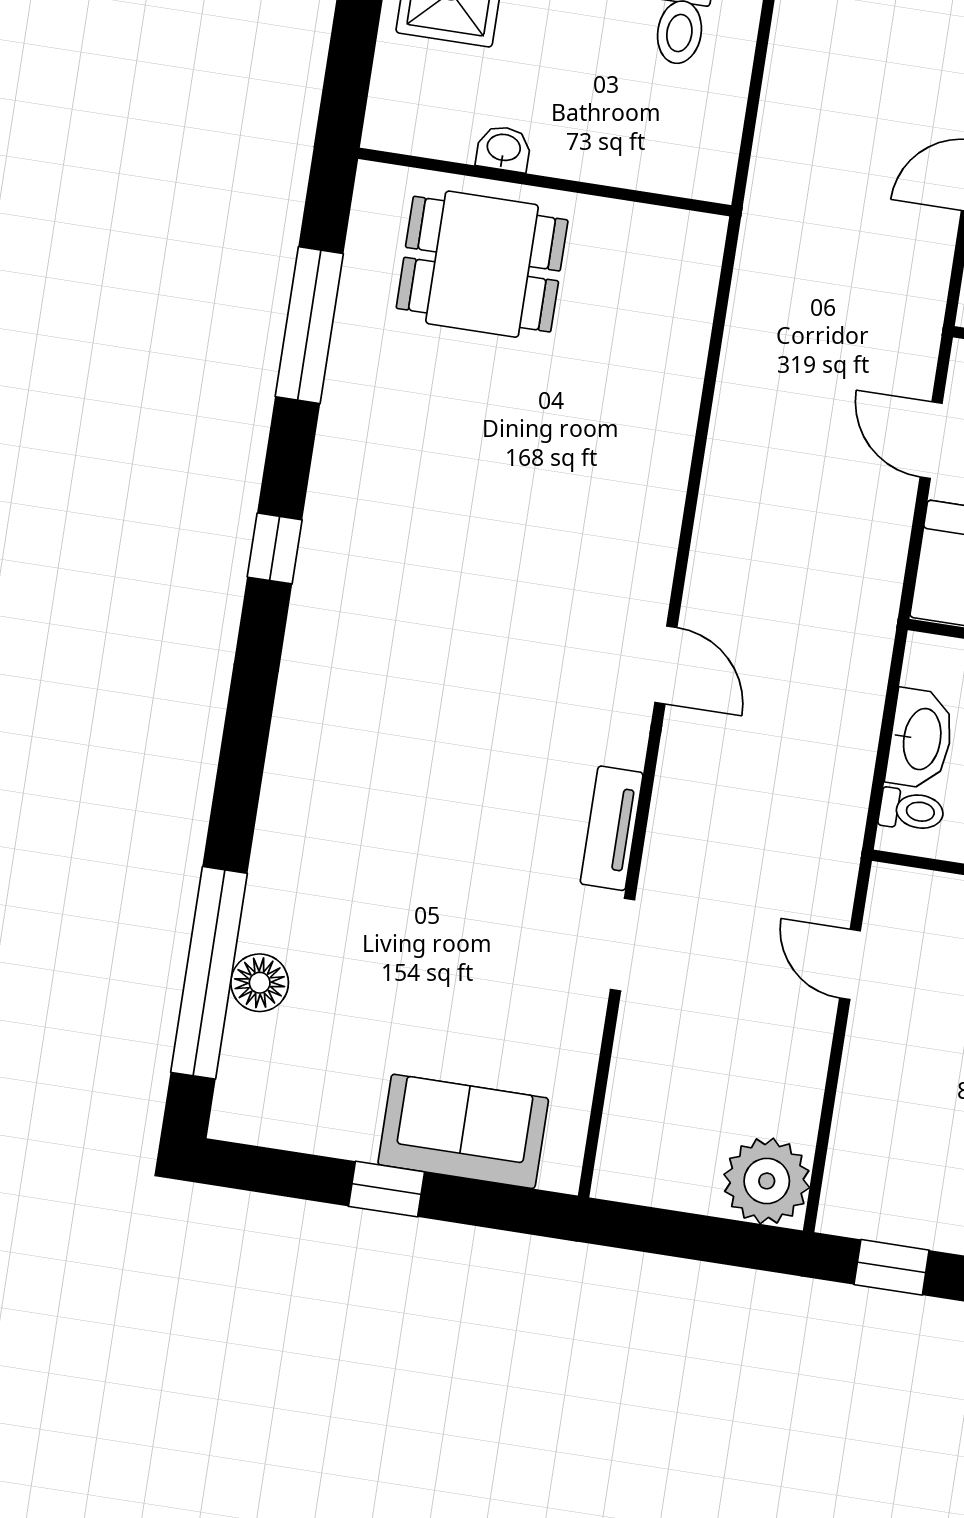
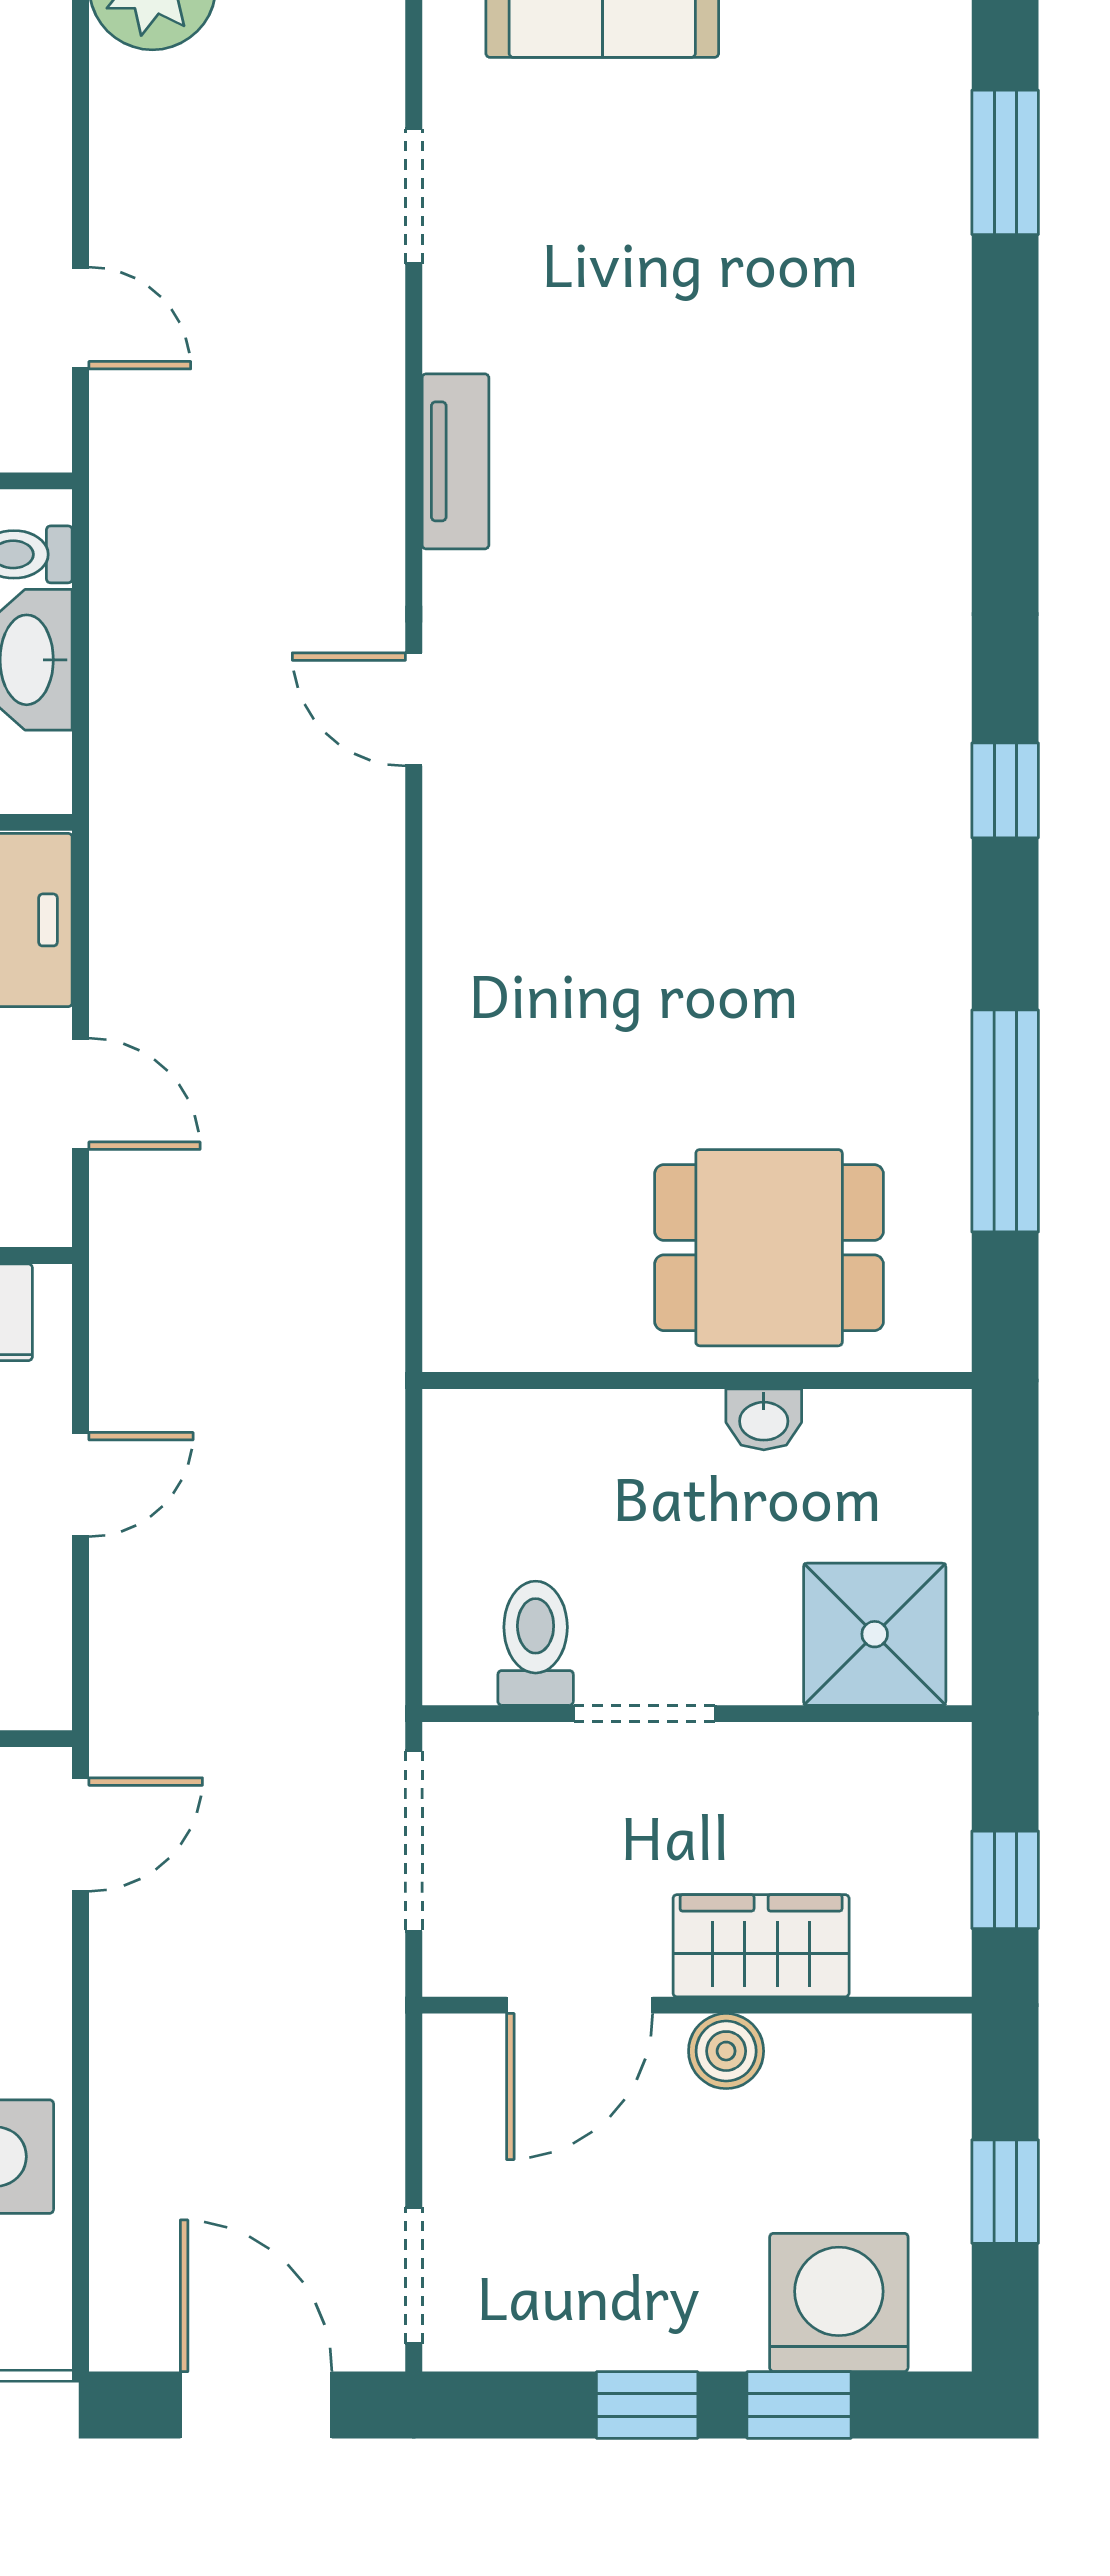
doorway: (623, 945) -> (414, 196), moved
window: (209, 973) -> (1005, 162), width x0.47
floor lamp: (260, 983) -> (930, 159), removed

